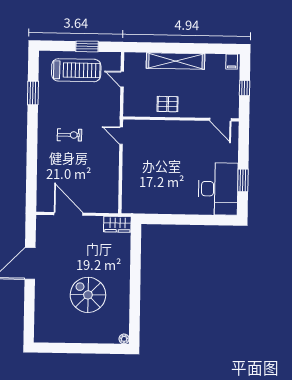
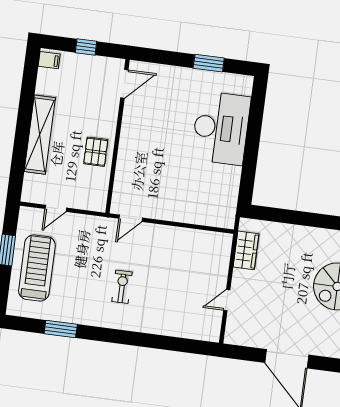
desk: (218, 189) -> (221, 128), moved, turned 90
door: (68, 214) -> (227, 300), width x0.53
wardrobe: (117, 224) -> (246, 250), moved

